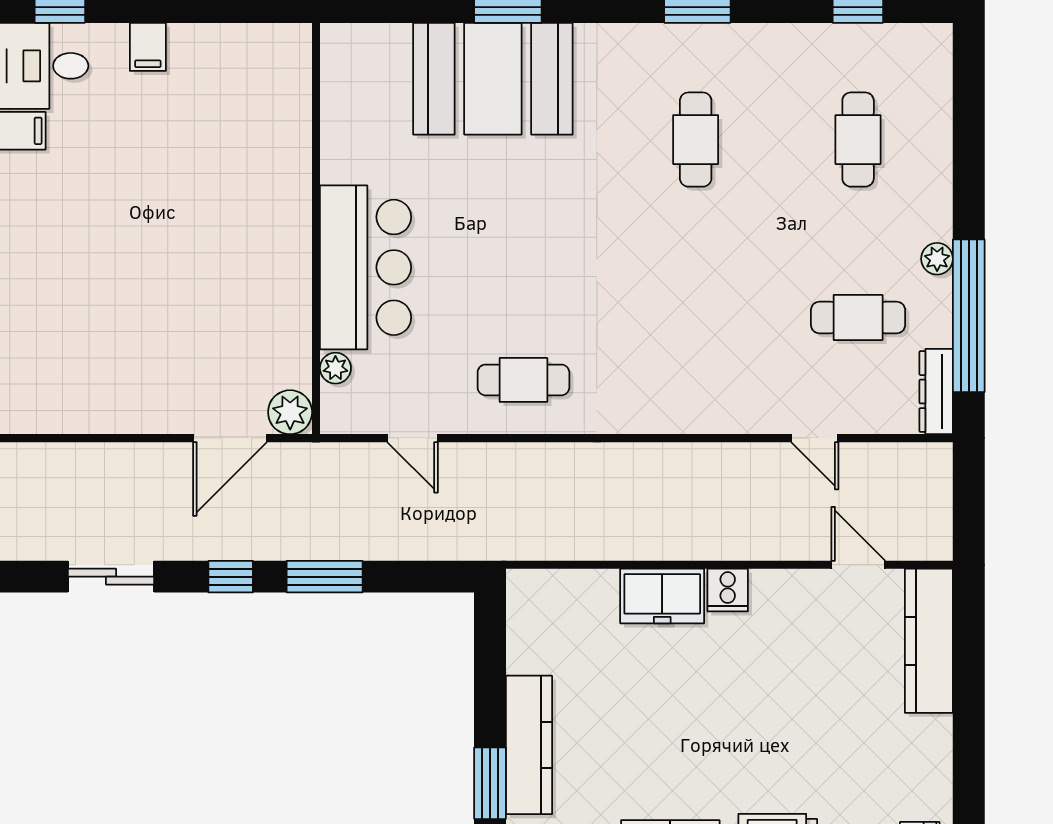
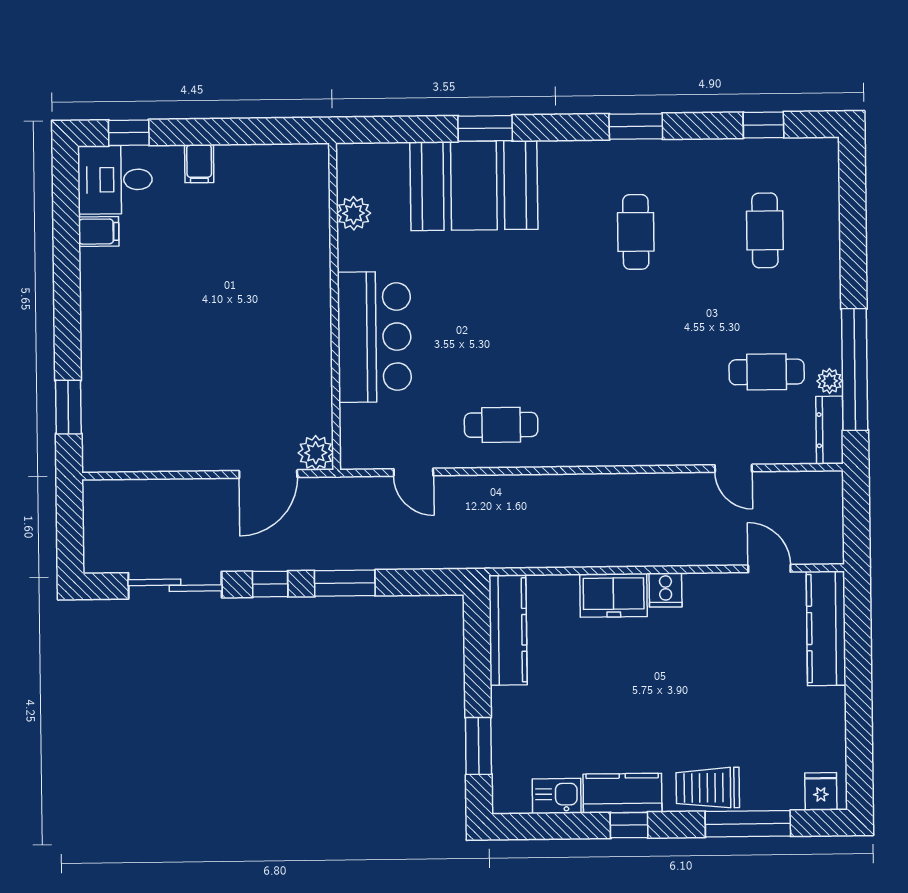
plant: (937, 259) -> (830, 381), moved
plant: (335, 368) -> (354, 213), moved, width x1.38, depth x1.38
sliding door: (111, 577) -> (175, 585), width x1.37
kitchen counter: (529, 745) -> (508, 630), moved

